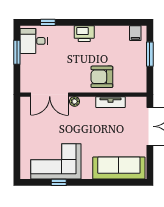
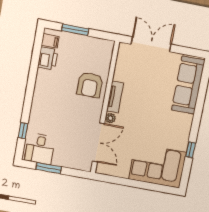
printer: (84, 34) -> (48, 59), moved
tv unit: (110, 102) -> (115, 97), moved
corner sofa: (56, 161) -> (158, 166), moved, turned 90

